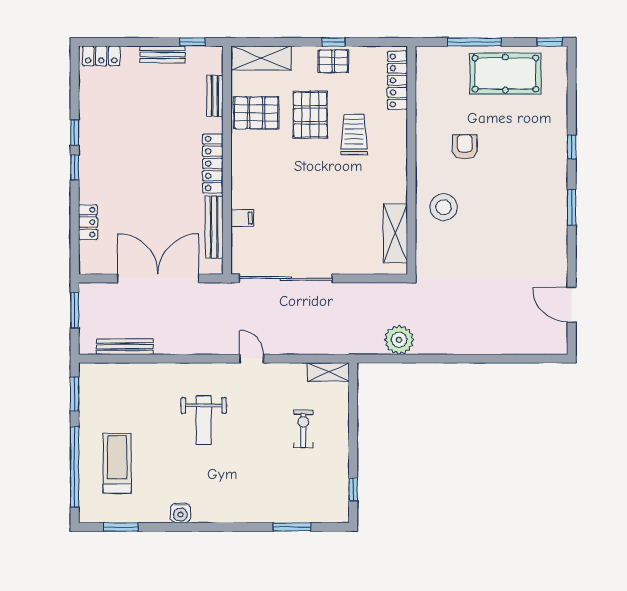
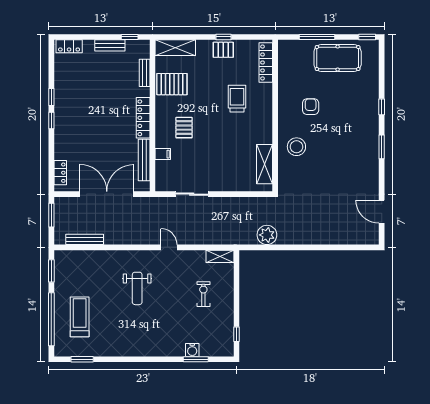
pallet: (310, 115) -> (184, 128), moved, width x0.67, depth x0.71
locker: (88, 222) -> (60, 173), moved
sliding door: (286, 278) -> (192, 194), width x0.54
water cooler: (180, 513) -> (192, 350), moved

